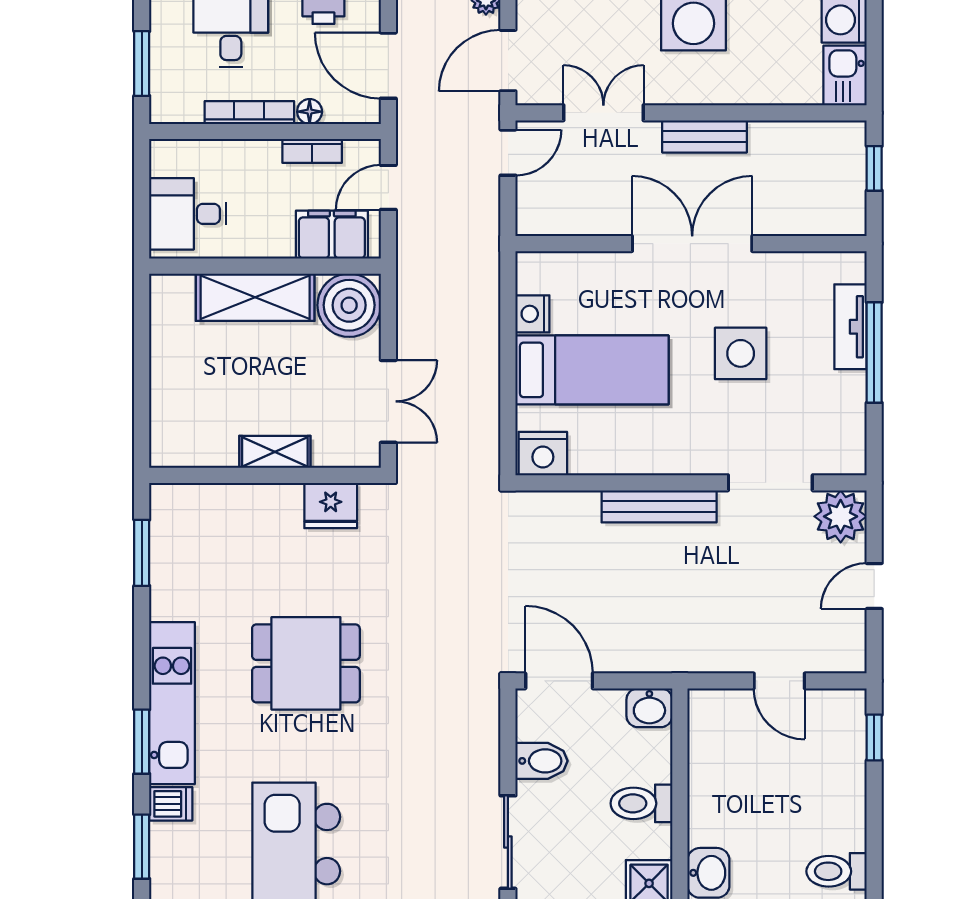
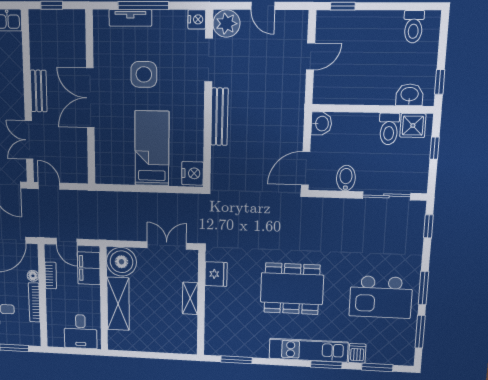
nightstand: (532, 314) -> (197, 19), moved, turned -90
dining table: (306, 663) -> (292, 289), width x1.38
toilet: (641, 803) -> (389, 129), moved

